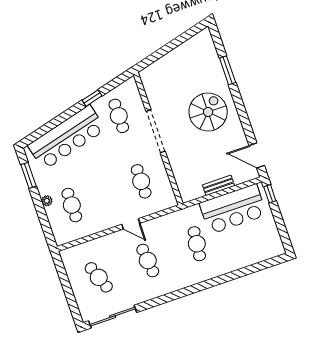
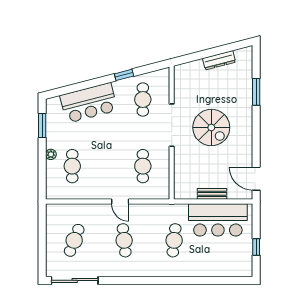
dresser: (180, 52) -> (219, 60), added
spiral stairs: (208, 112) -> (211, 128), moved, turned 90
bar counter: (67, 137) -> (89, 103), width x0.73
window: (270, 194) -> (256, 247), moved
cafe table: (99, 277) -> (74, 240), turned 42

